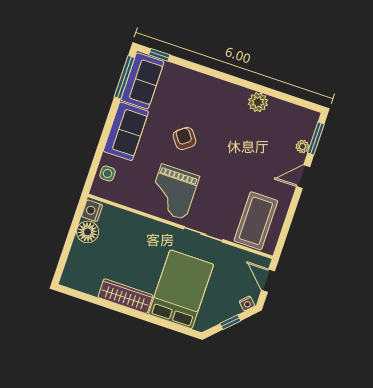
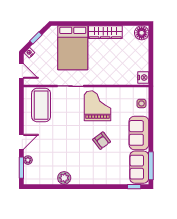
floor lamp: (88, 232) -> (142, 33), moved

